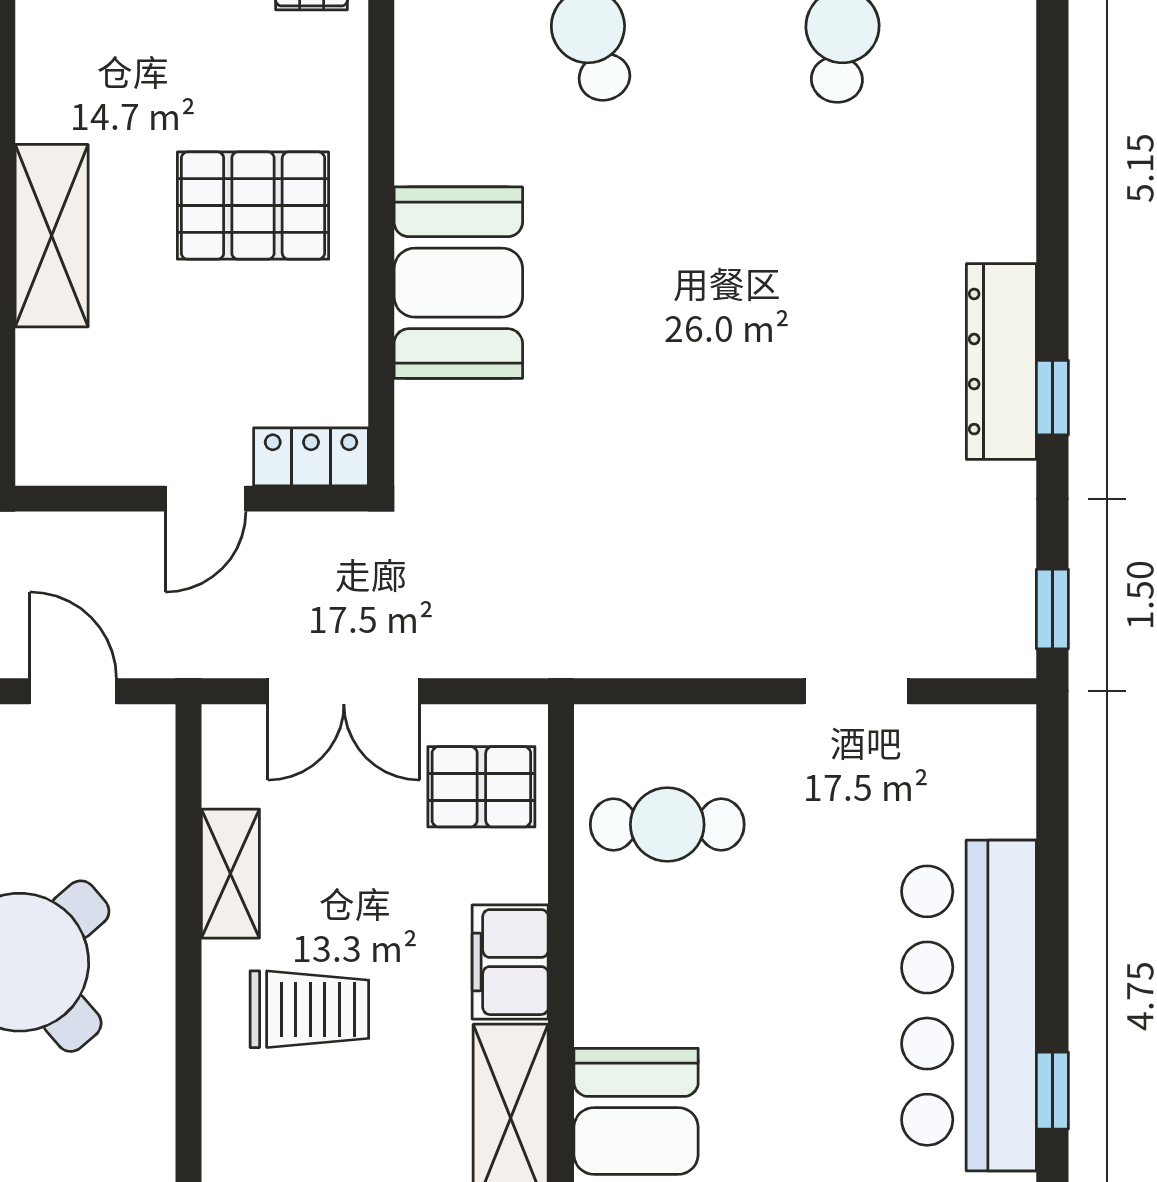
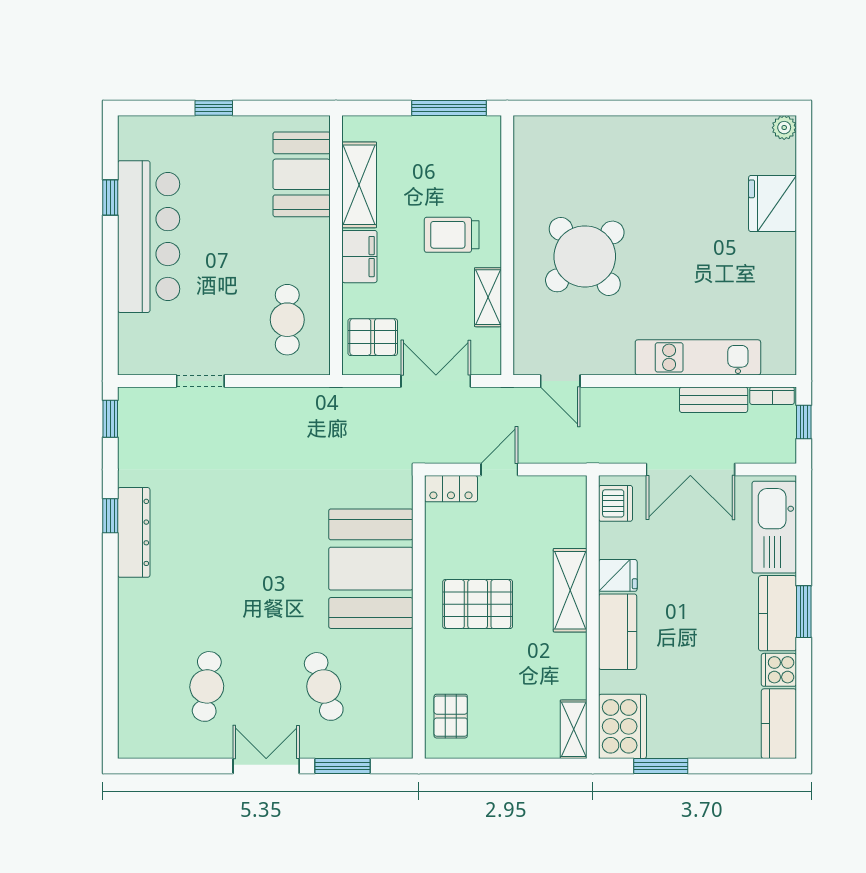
booth: (458, 283) -> (371, 569), width x1.36, depth x1.42
cafe table: (667, 825) -> (287, 320), turned 90

